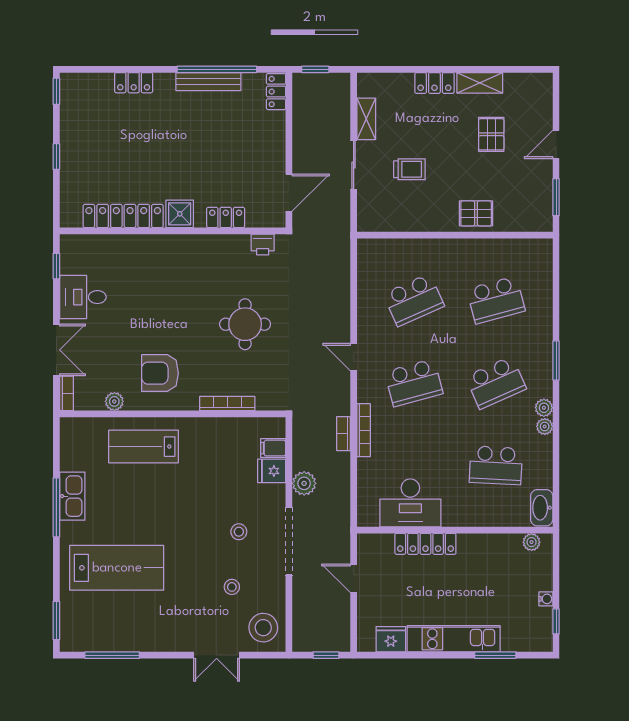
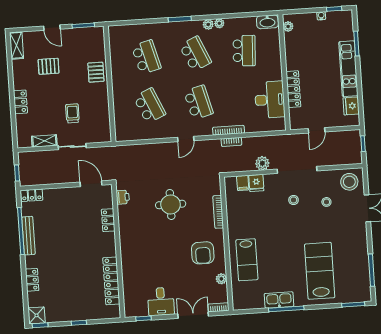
shelving: (480, 83) -> (17, 45), moved
shower: (180, 214) -> (37, 315), moved

